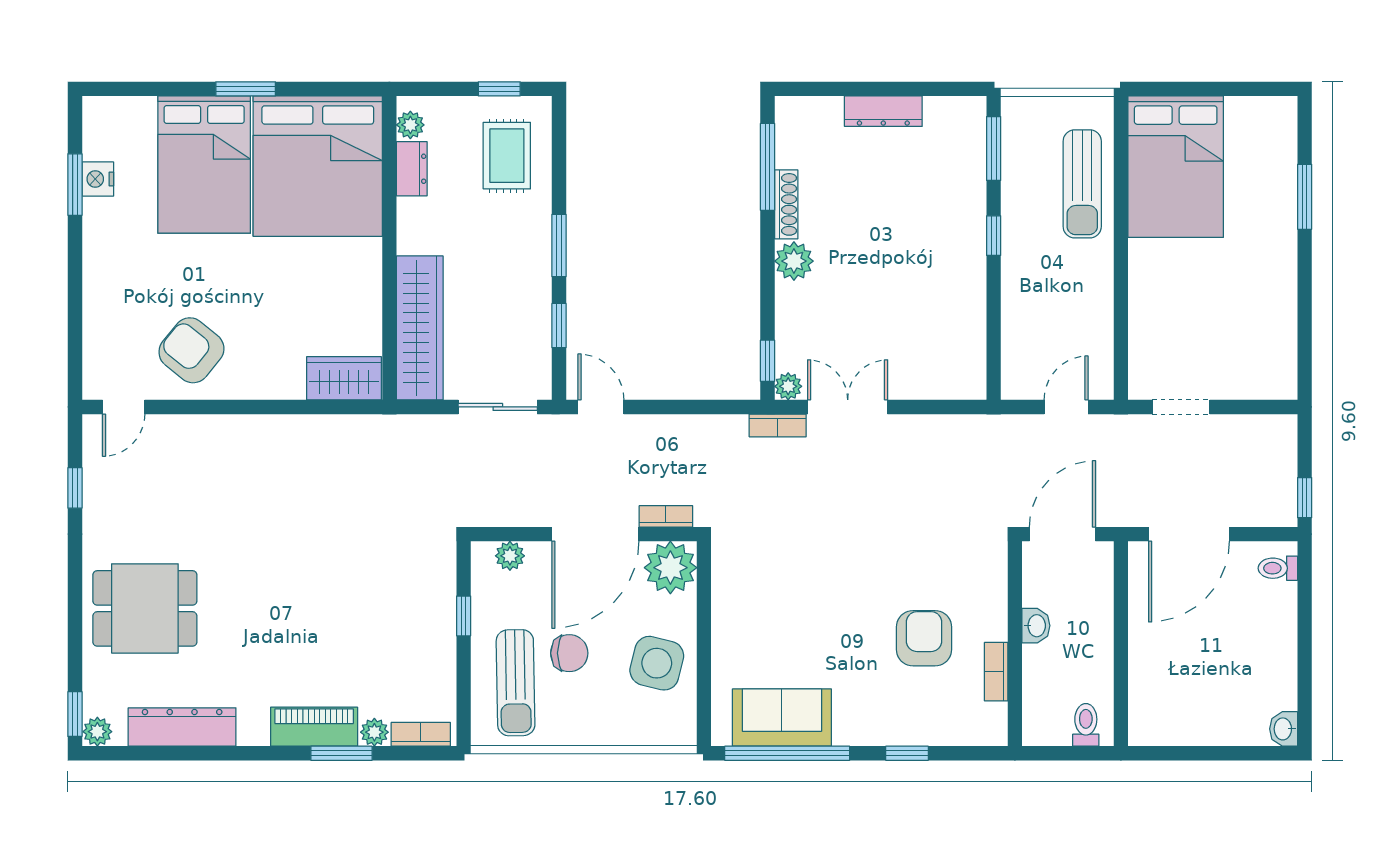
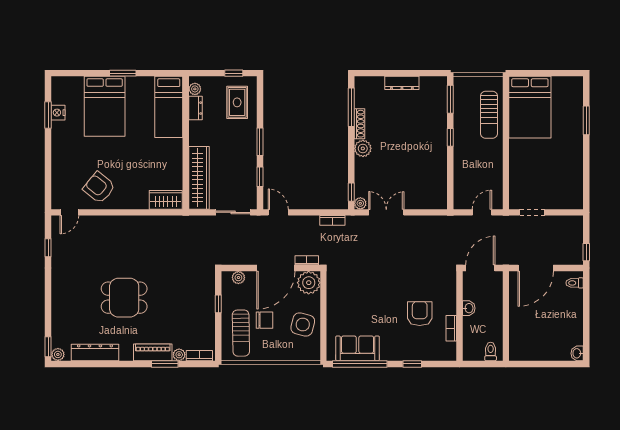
bed: (318, 166) -> (169, 107), width x0.49
bookcase: (778, 425) -> (332, 220), moved
dining table: (145, 608) -> (124, 298), moved

